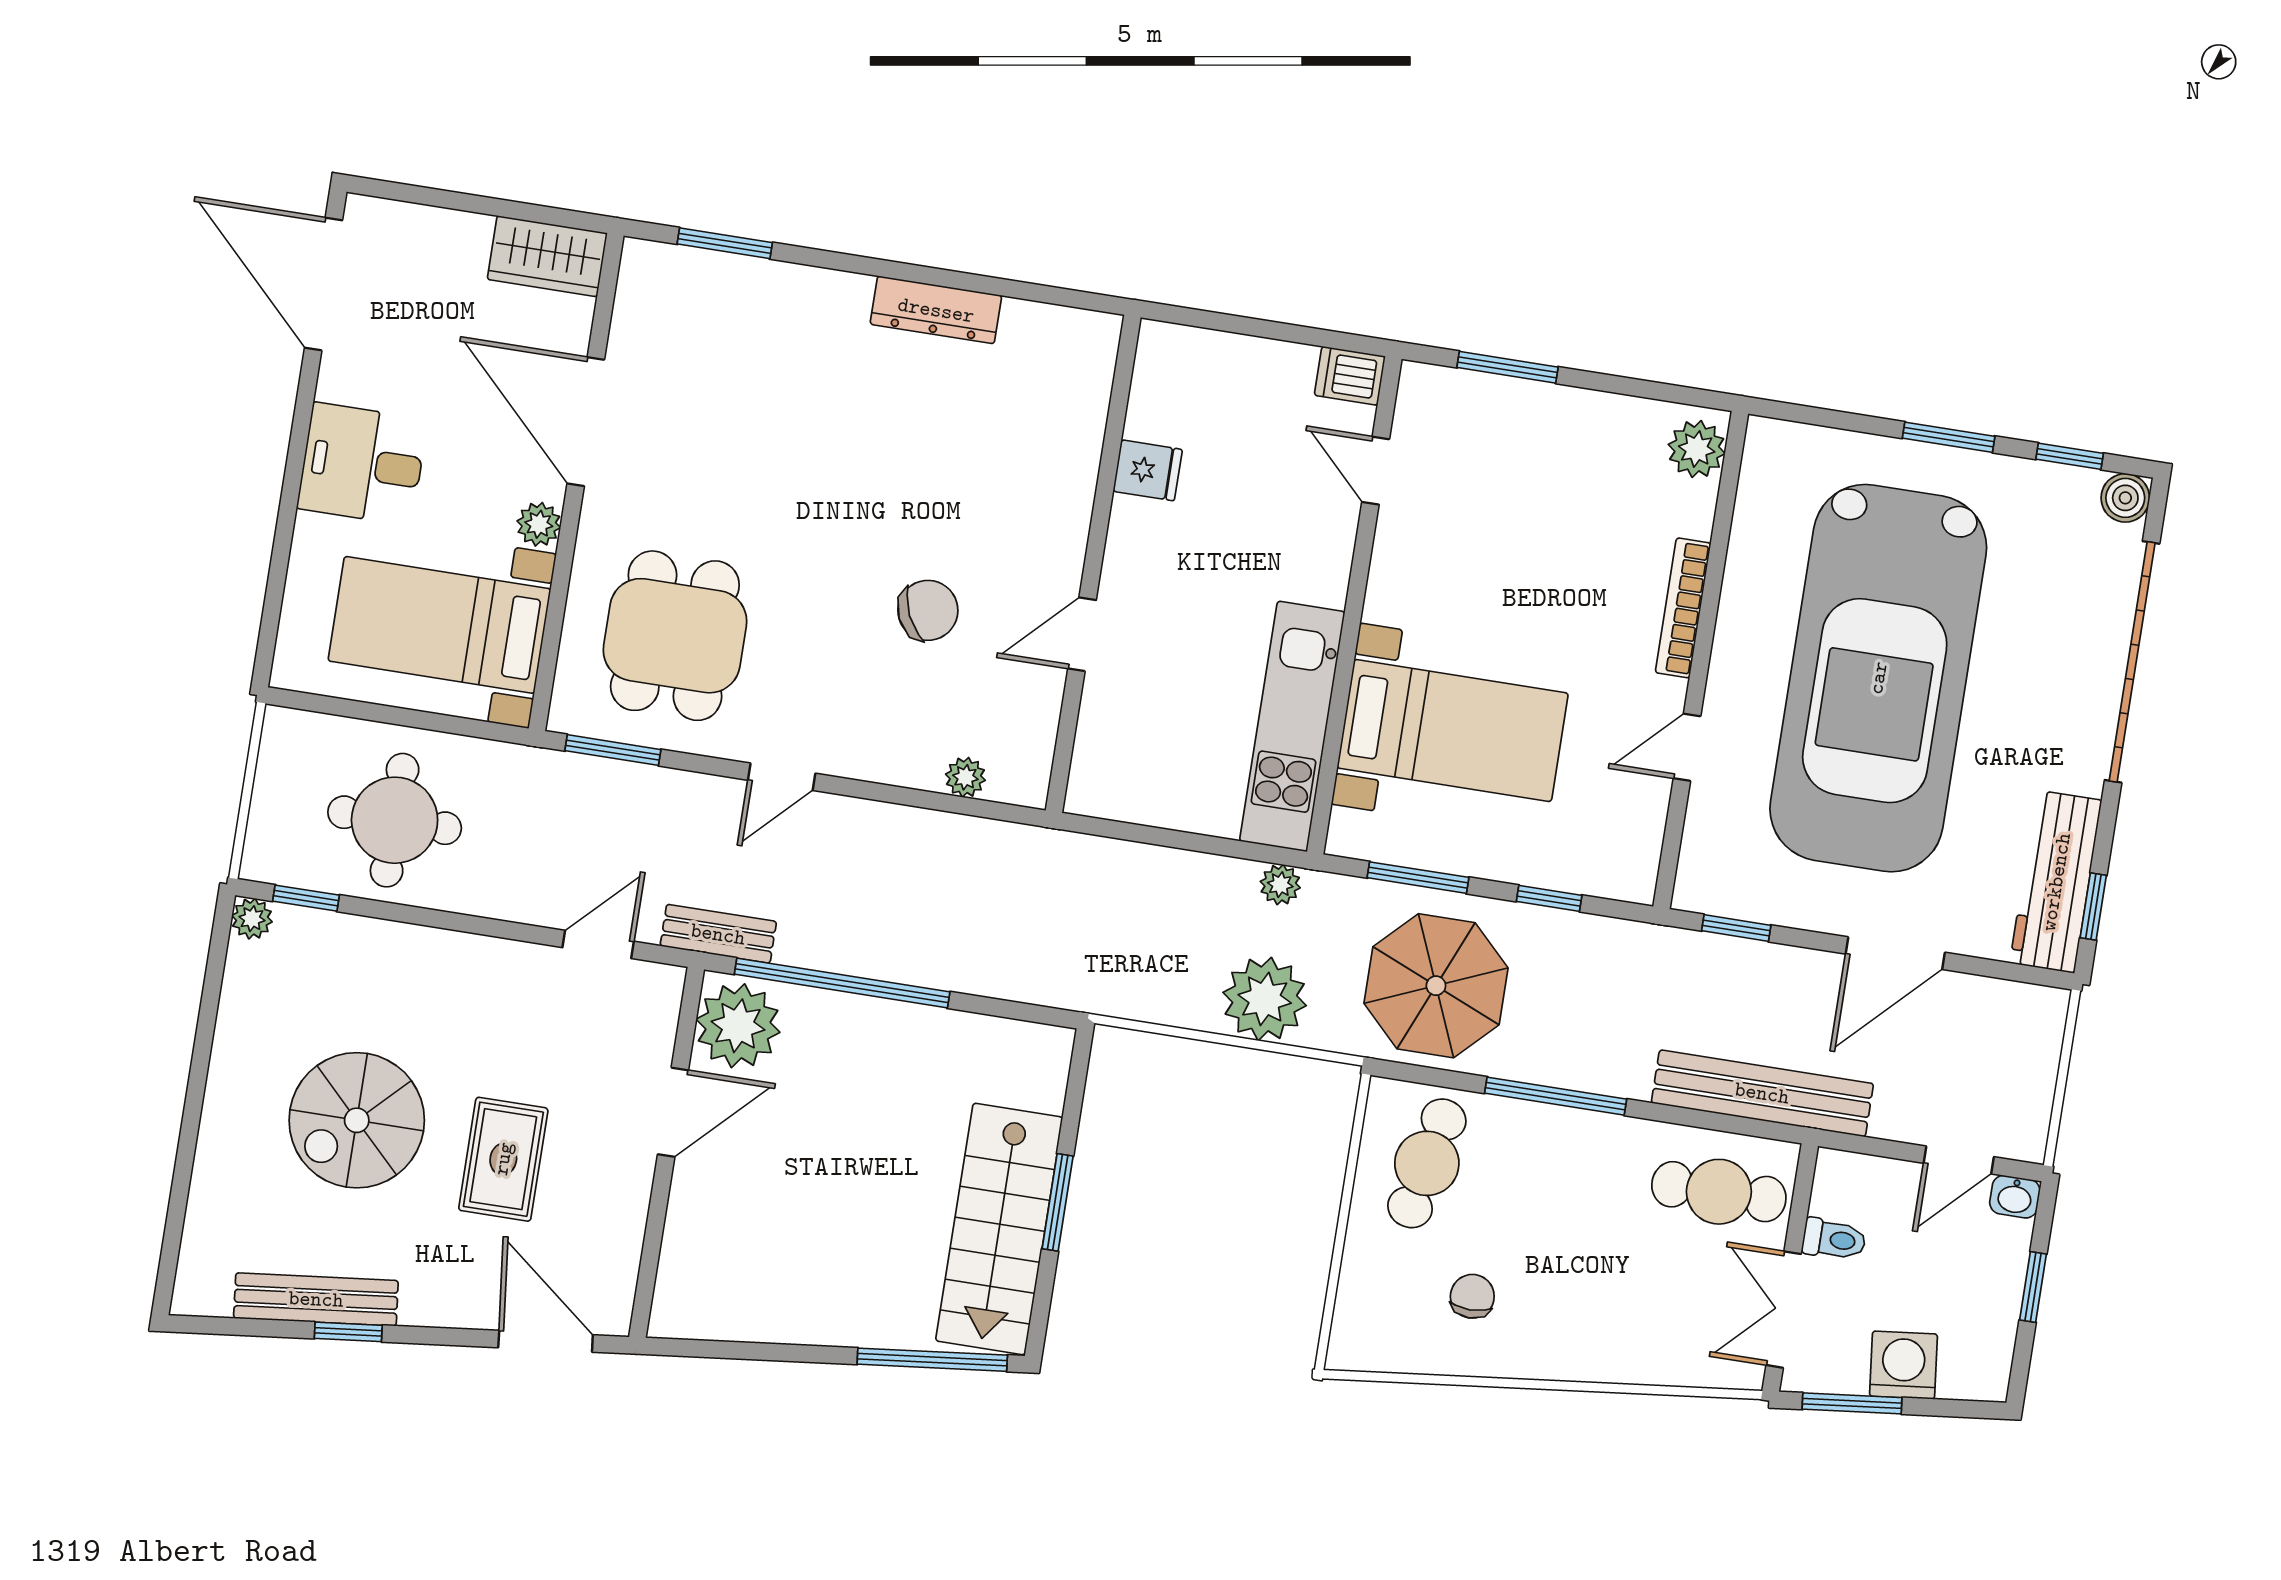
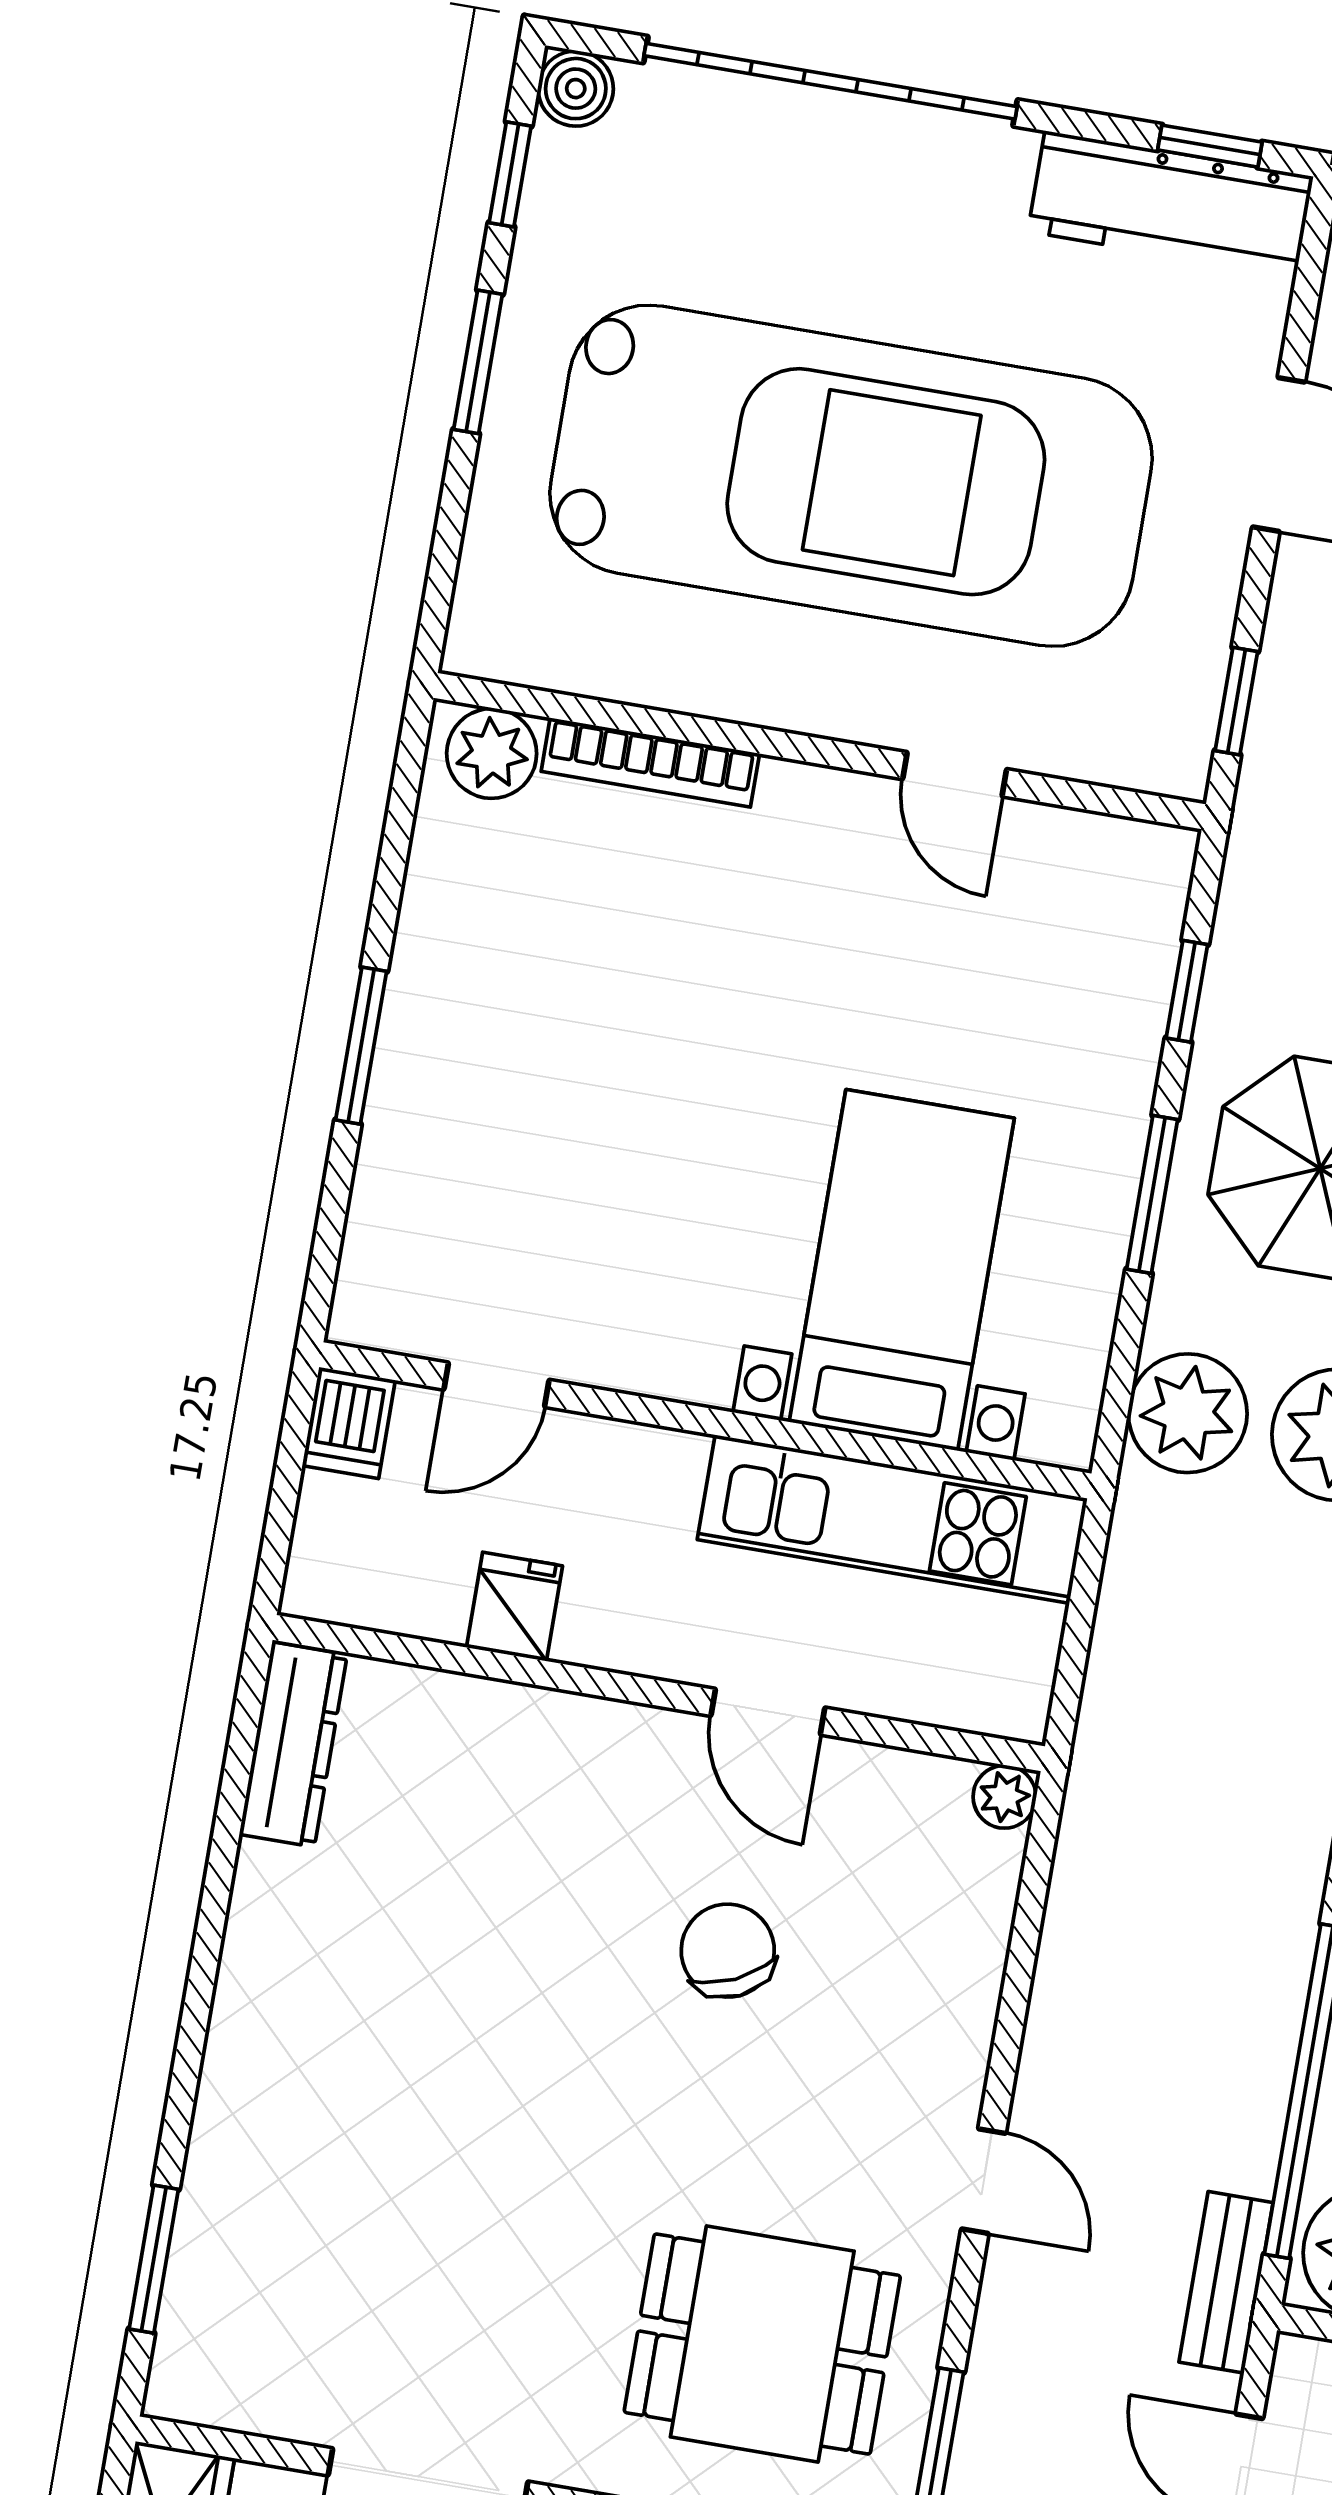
dresser: (936, 310) -> (293, 1744), moved
dishwasher: (1350, 376) -> (349, 1423), moved
door: (1376, 471) -> (496, 1385), moved
wall: (1354, 605) -> (705, 1420), moved
bookcase: (1683, 608) -> (650, 763), moved
kitchen unit: (1292, 726) -> (892, 1519), moved
bed with nightstands: (1453, 731) -> (902, 1270), moved
plant: (965, 777) -> (1005, 1797), moved
plant: (1280, 885) -> (1188, 1413), width x1.88, depth x1.88

